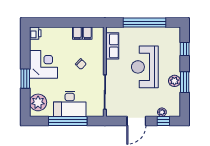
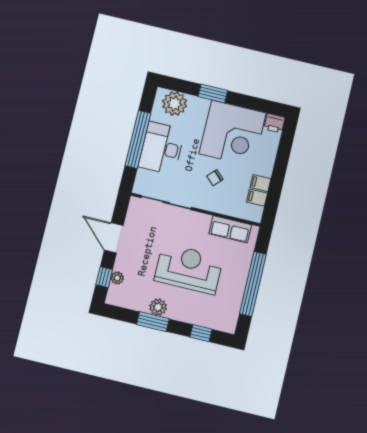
corner desk: (44, 64) -> (233, 133), width x1.36, depth x1.36

